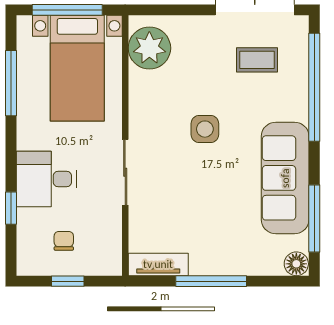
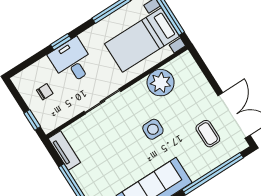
plant: (149, 48) -> (161, 83), moved
window: (11, 208) -> (61, 42), moved
window: (68, 281) -> (32, 120), moved

